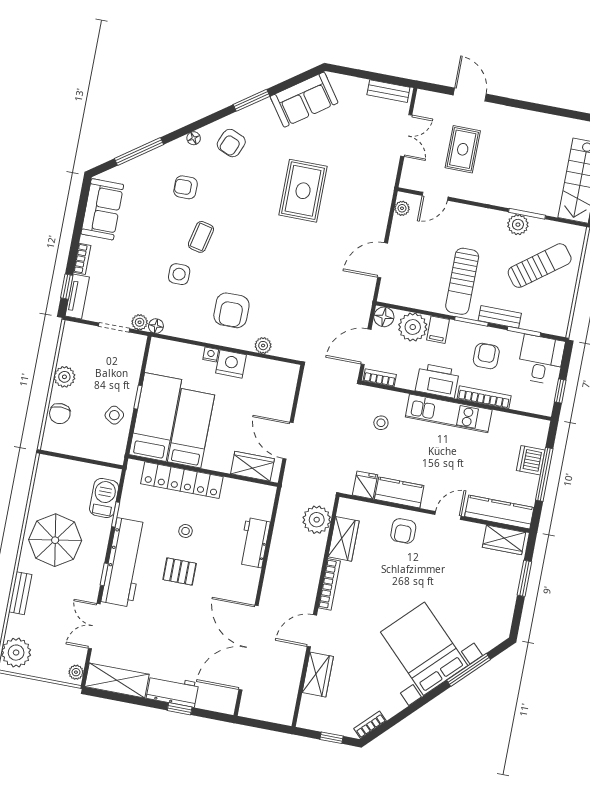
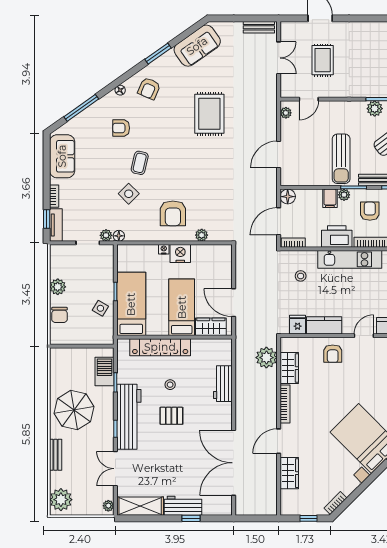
side table: (179, 274) -> (129, 194), turned 45
plant: (413, 327) -> (344, 195), moved, width x0.53, depth x0.53
bed: (191, 428) -> (182, 307), moved

